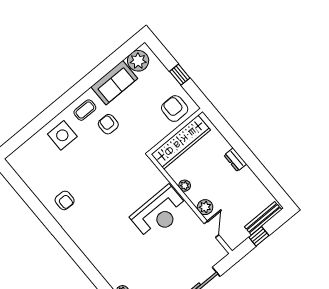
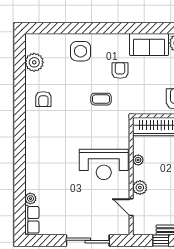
coffee table: (85, 110) -> (101, 99), moved
plant: (32, 176) -> (34, 62), added
door: (211, 229) -> (131, 207), swing flipped

